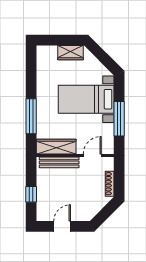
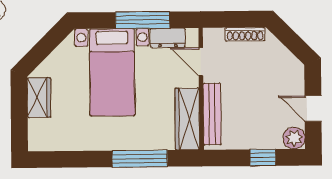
dresser: (108, 135) -> (168, 38), added
plant: (43, 214) -> (294, 138), added

